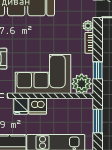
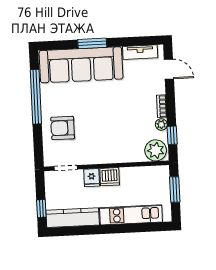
plant: (88, 26) -> (161, 125), moved
corner sofa: (43, 74) -> (114, 142), removed

